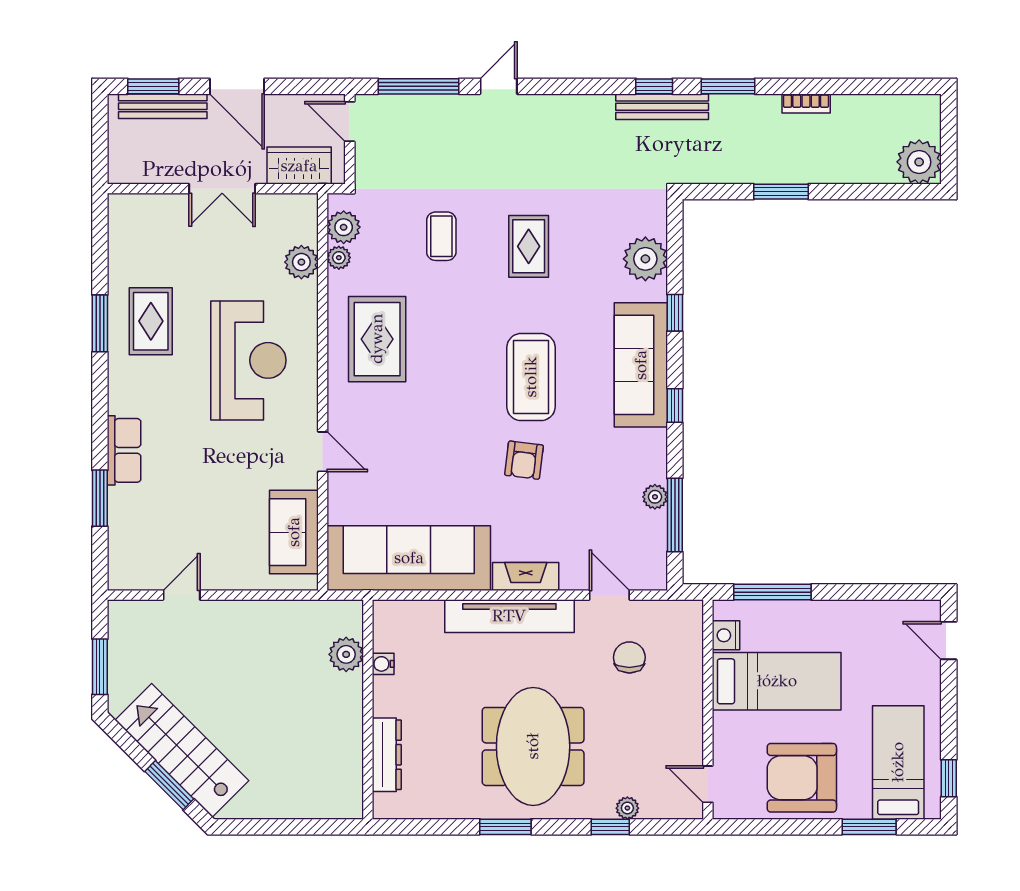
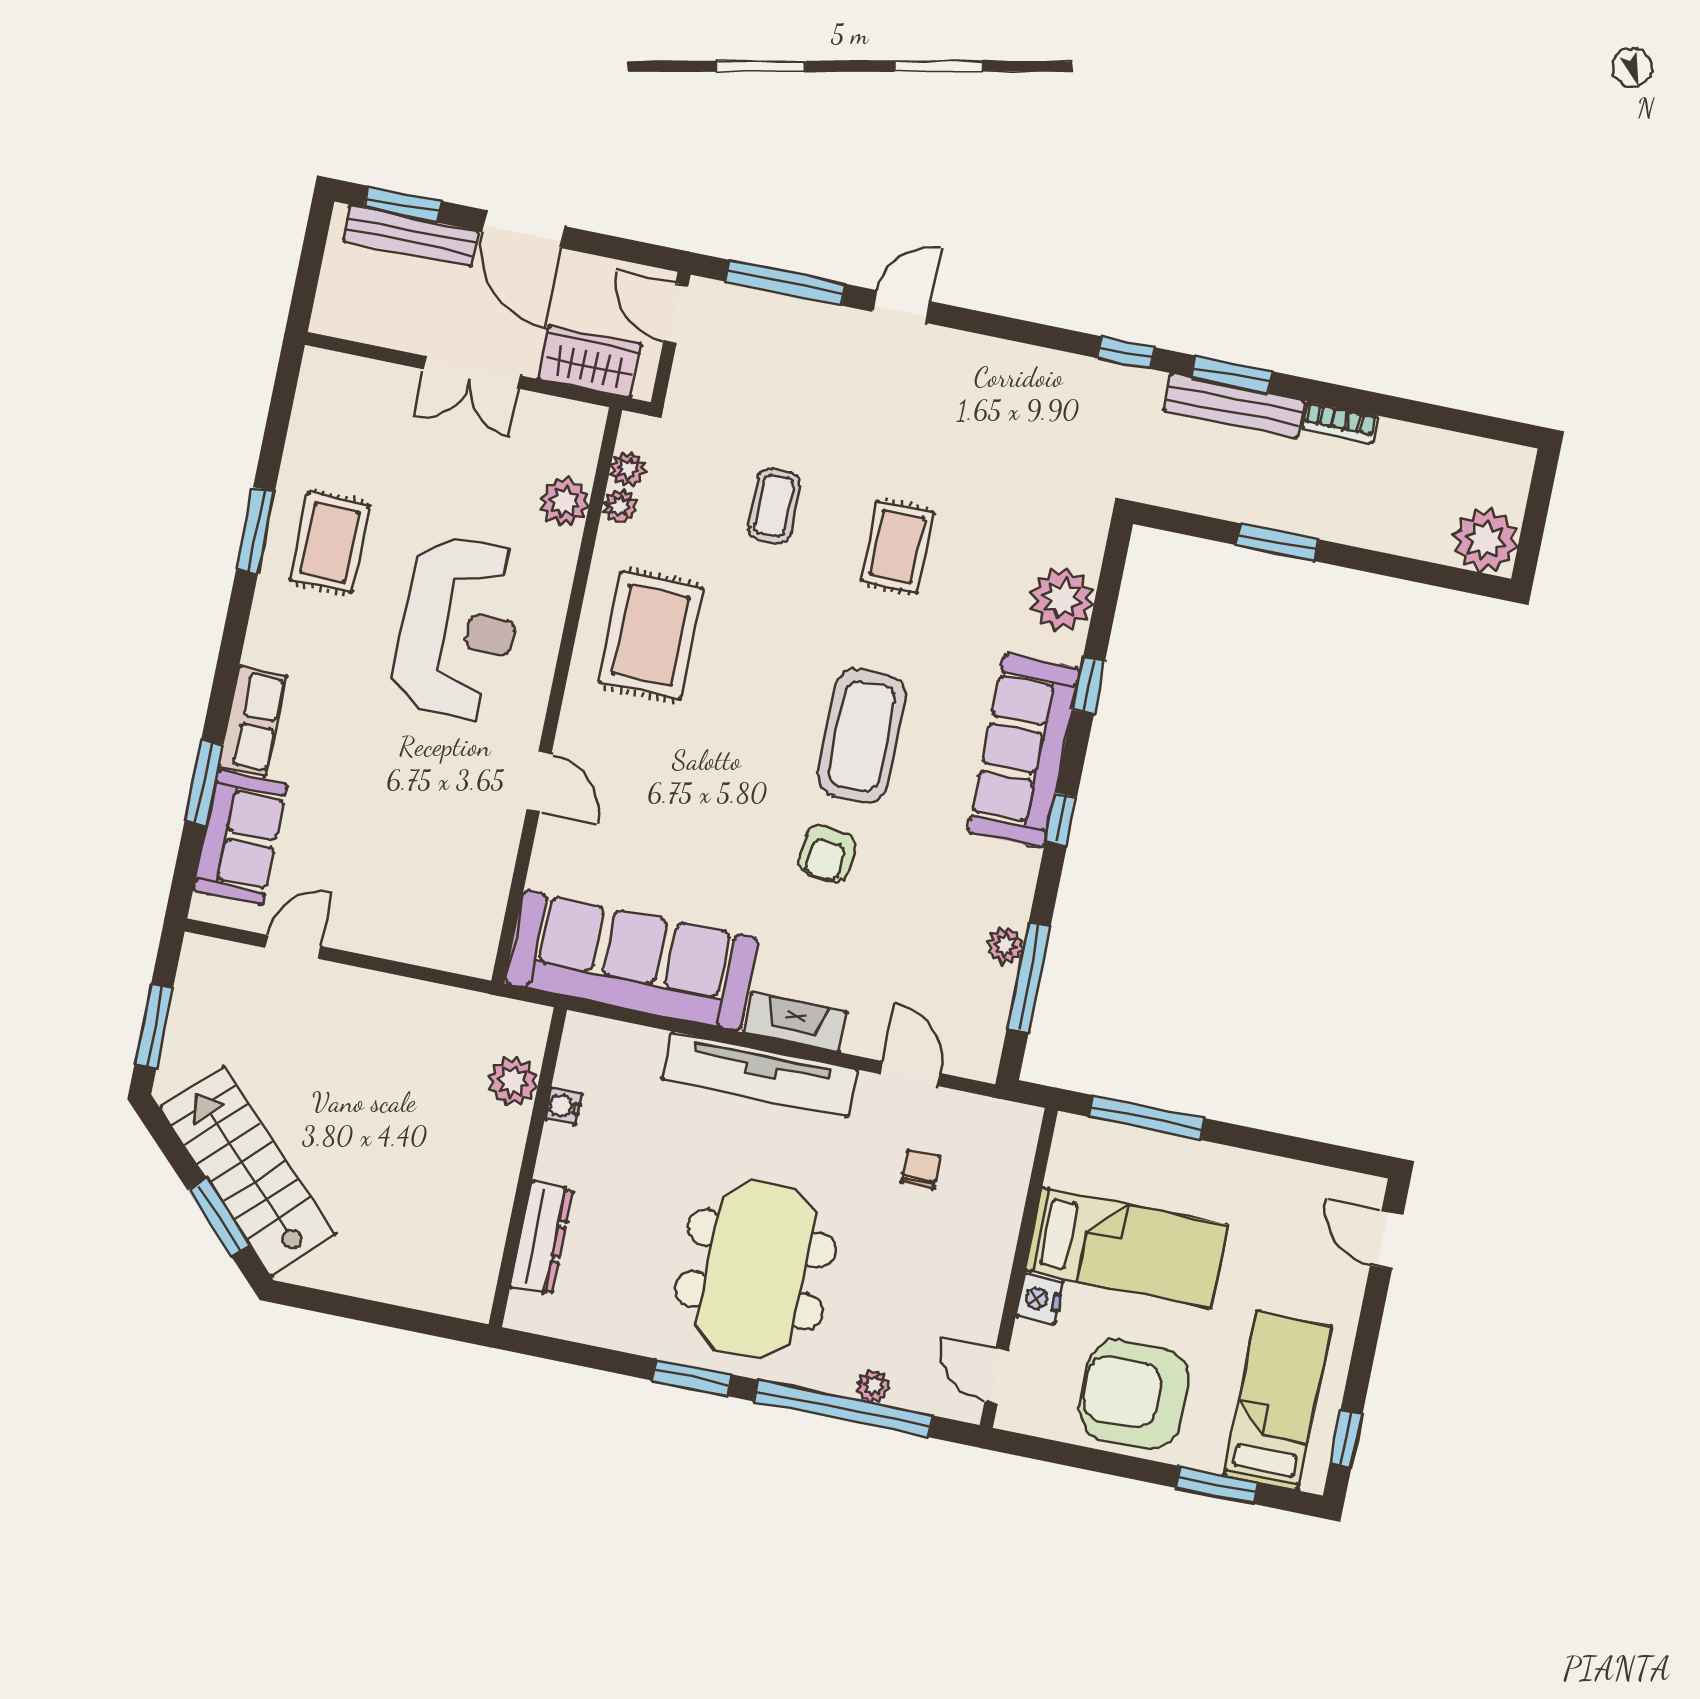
bench: (662, 107) -> (1234, 406), moved
plant: (344, 227) -> (628, 469), width x0.73, depth x0.73
sofa: (294, 532) -> (240, 837), moved, turned 180
nightstand: (726, 635) -> (1040, 1299), moved
chair: (629, 657) -> (921, 1170), width x0.73, depth x0.73
window: (610, 827) -> (843, 1408), width x3.17

